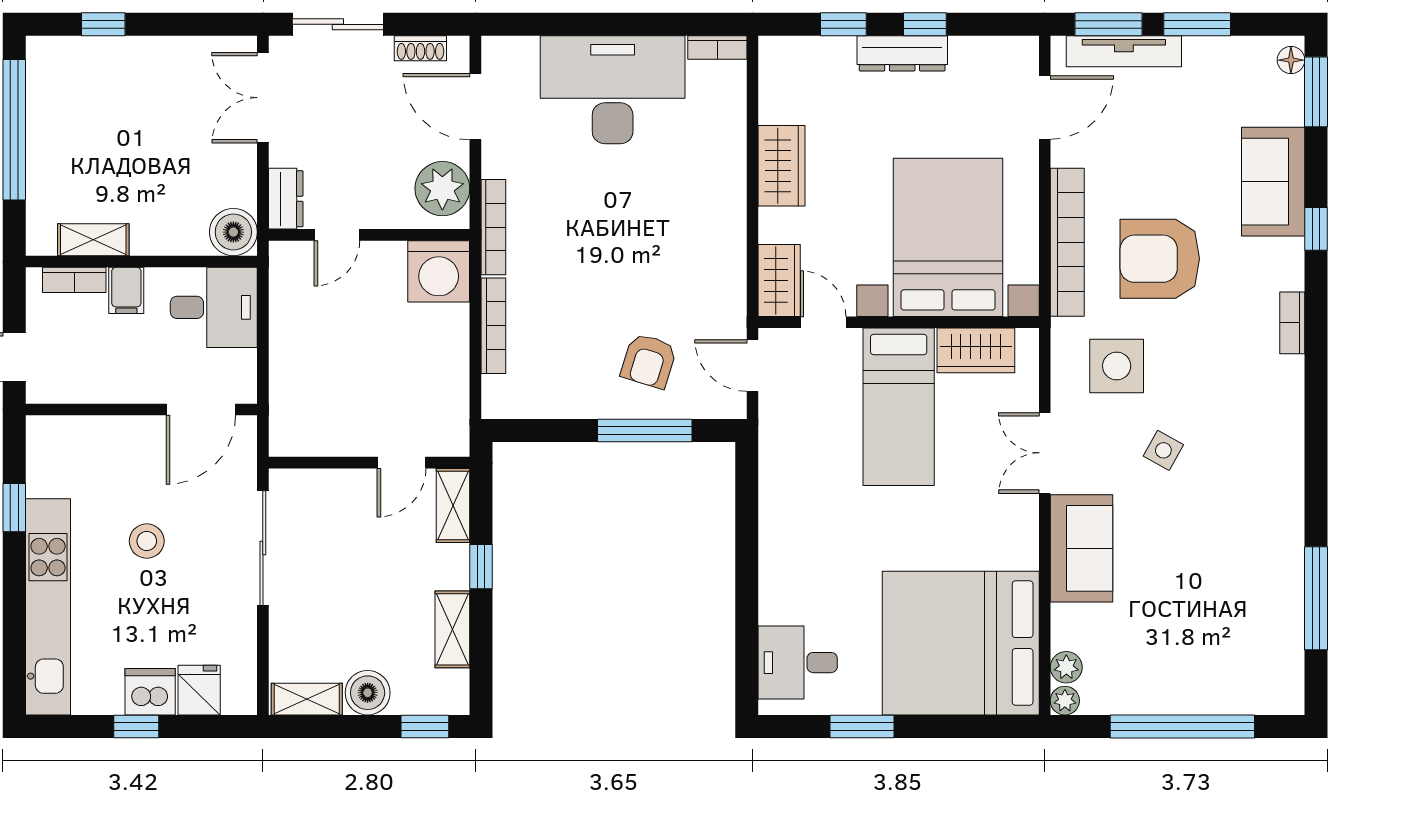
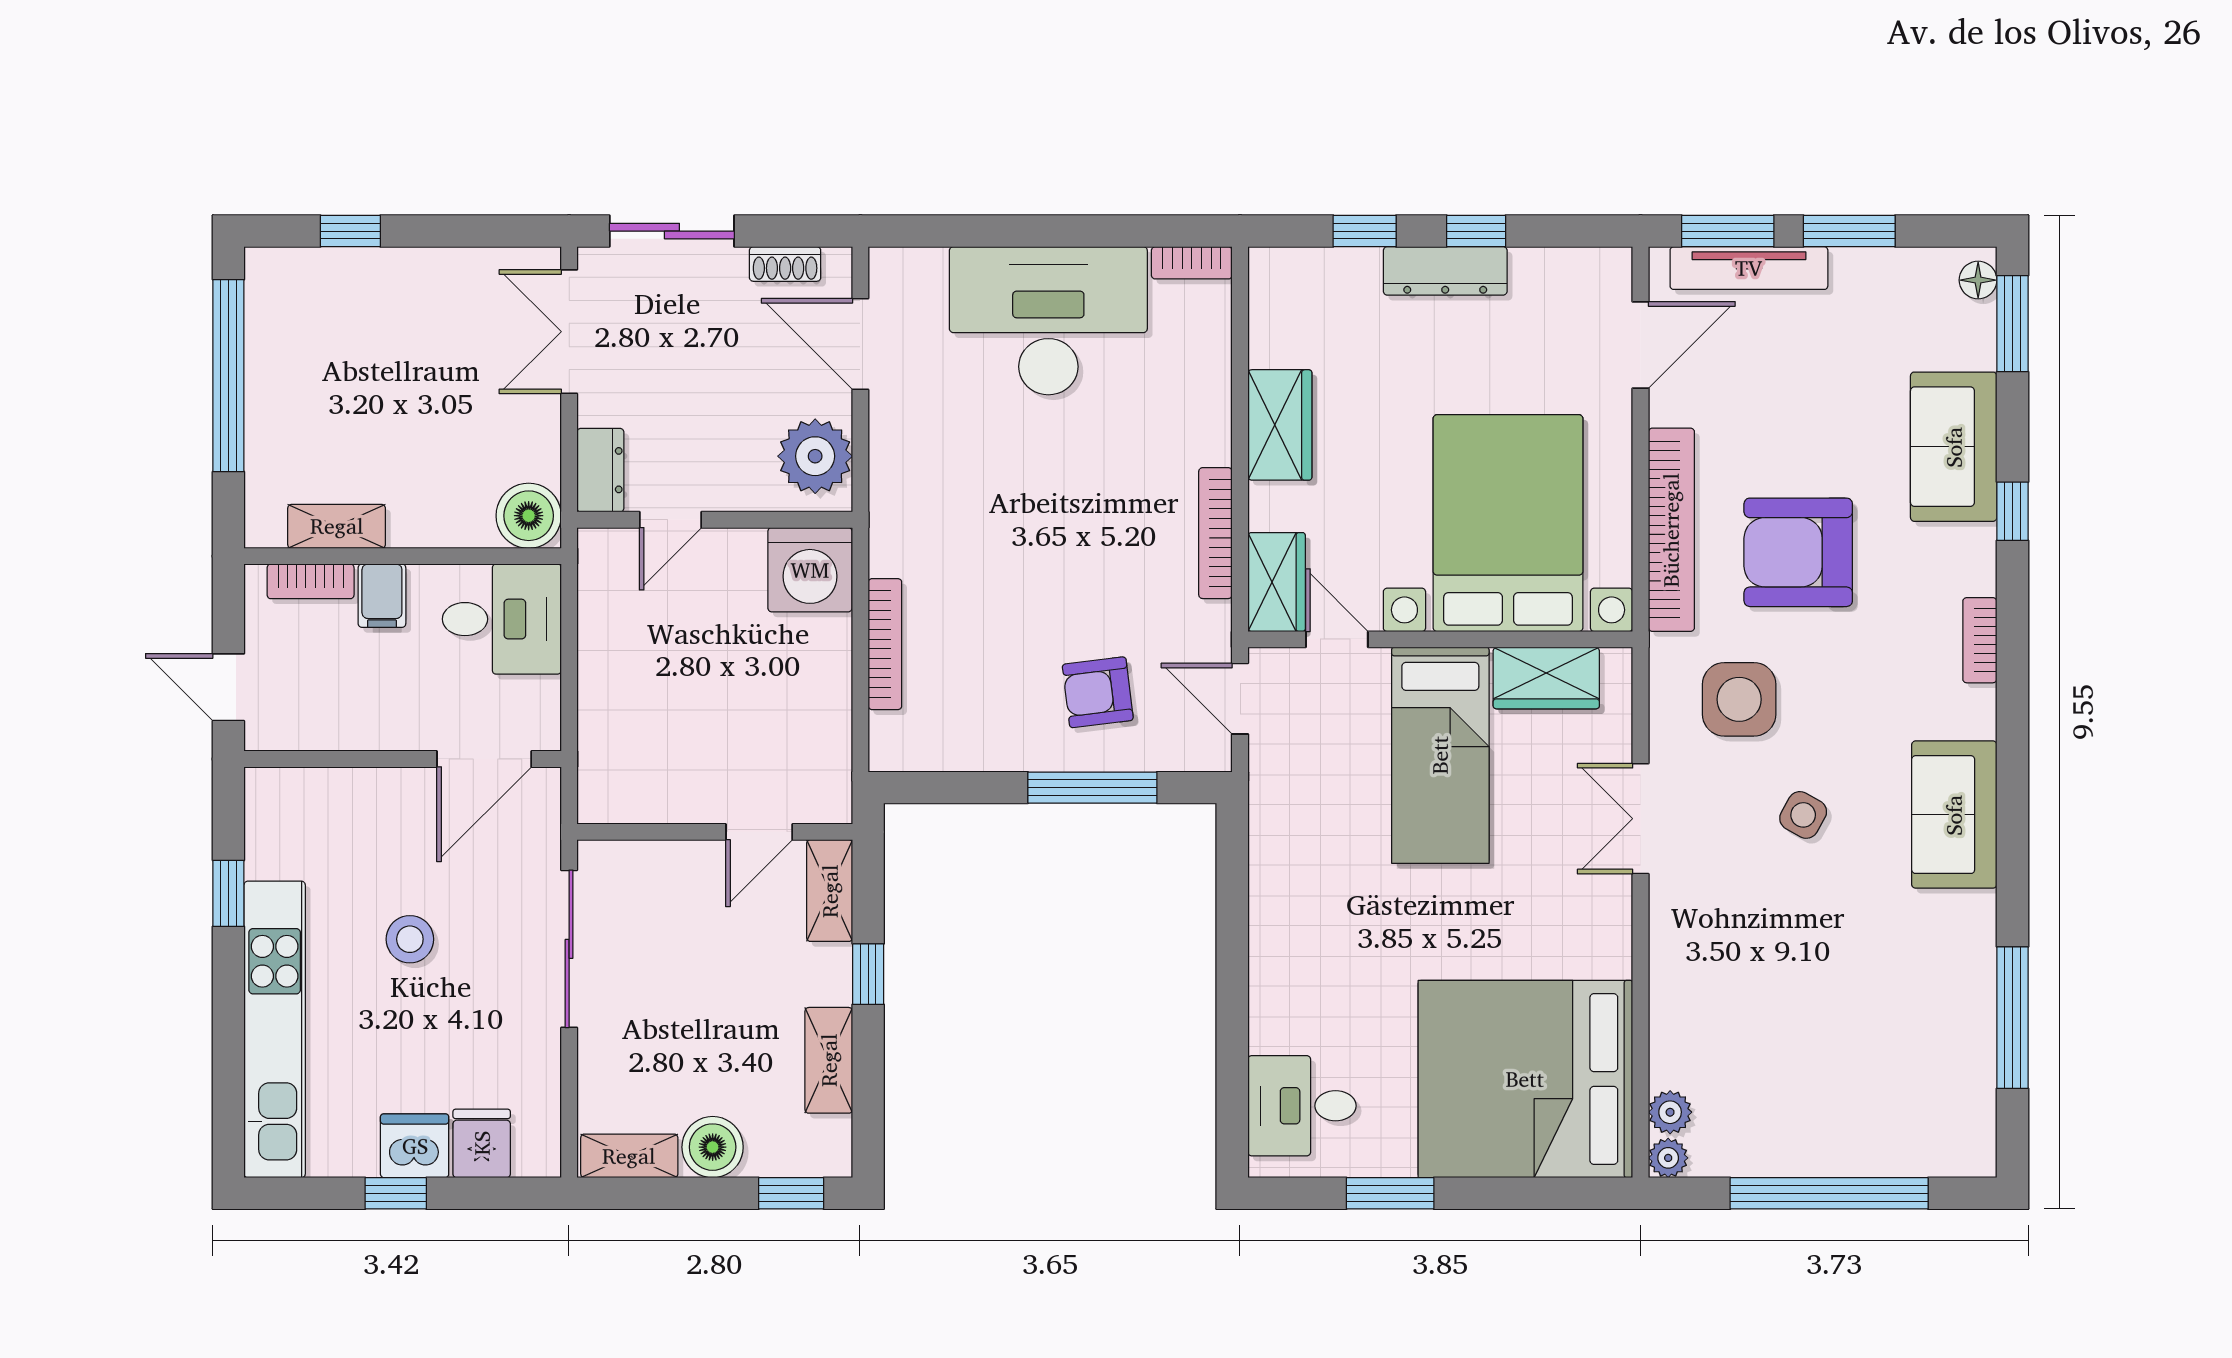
bookcase: (493, 227) -> (1215, 533), moved, turned 180
armchair: (649, 361) -> (1098, 692), turned 66
sofa: (1081, 548) -> (1954, 815), moved, turned 180

